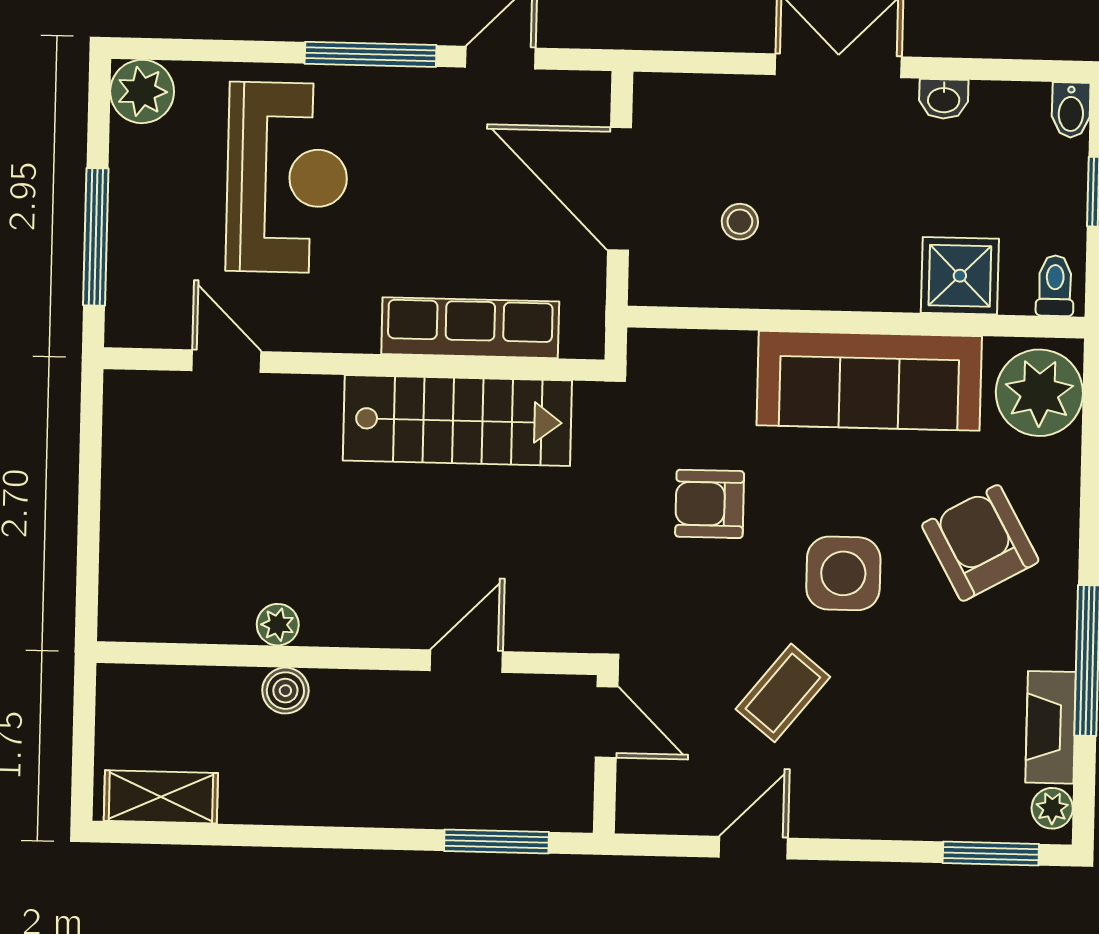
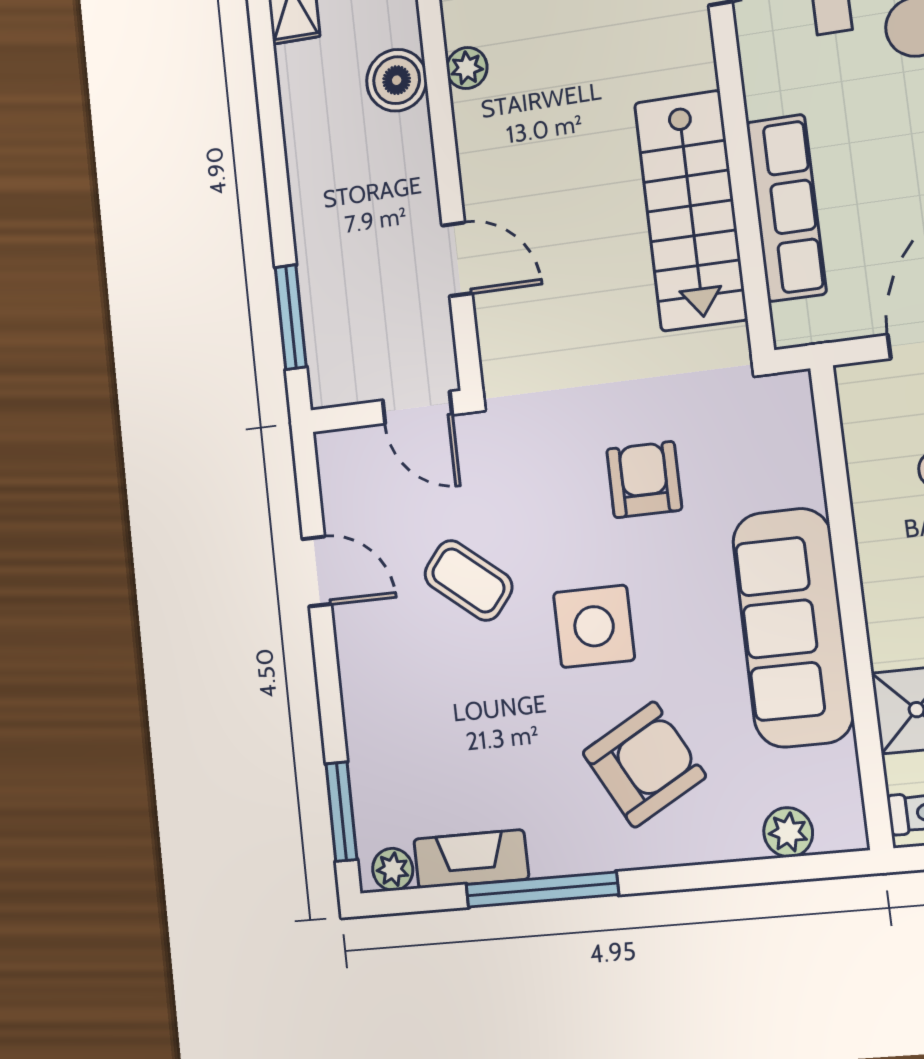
plant: (1039, 393) -> (788, 832), width x0.53, depth x0.53
boiler: (285, 691) -> (397, 80), width x1.36, depth x1.36
door: (607, 722) -> (417, 408), hinge flipped

